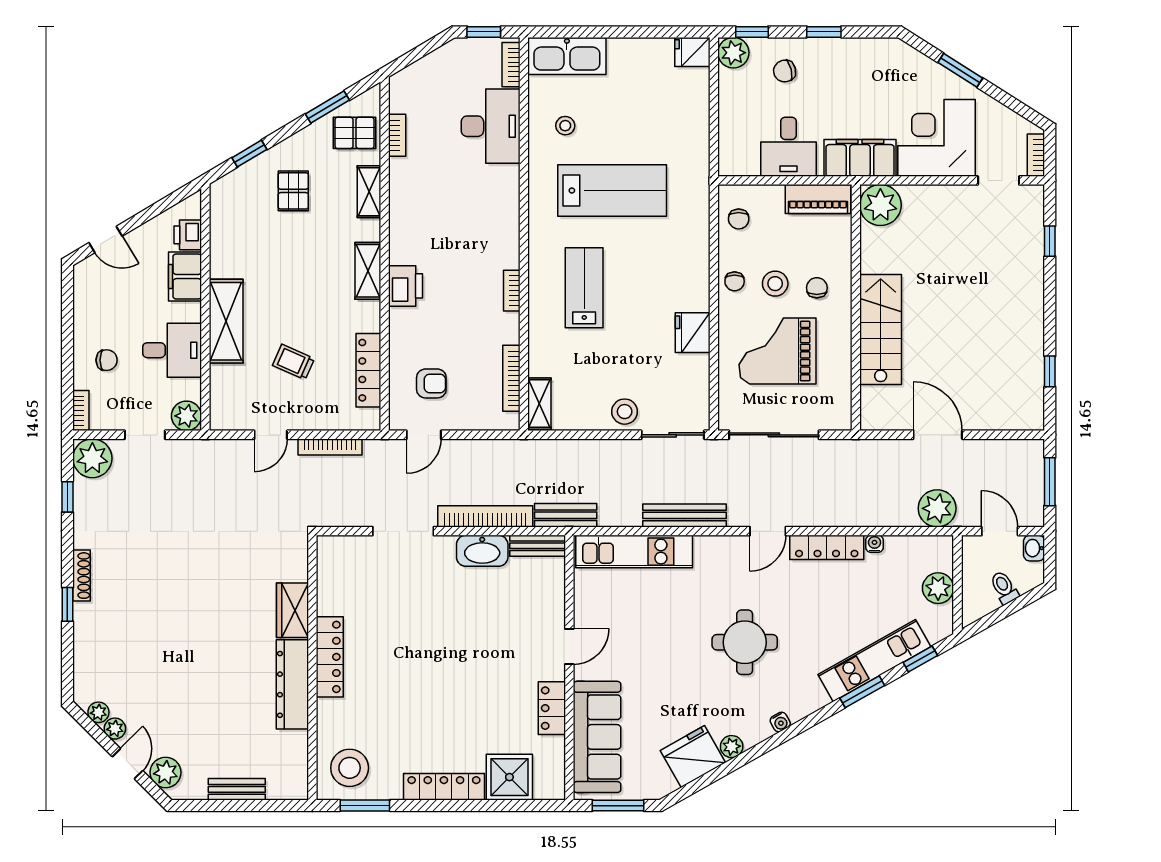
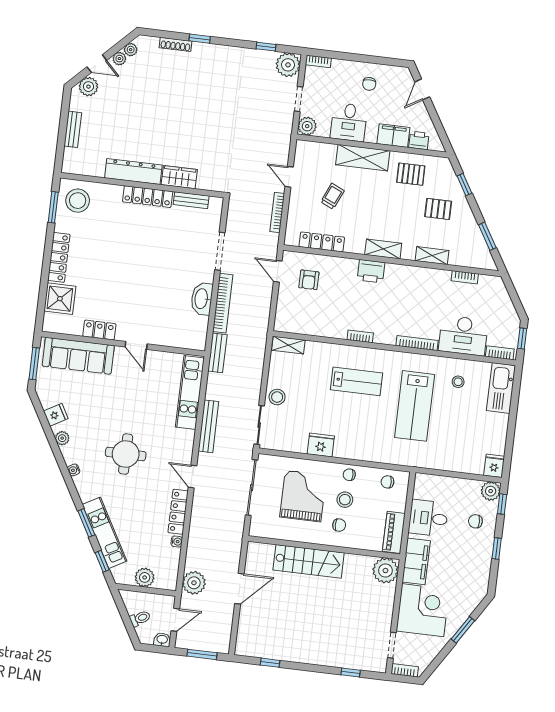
chair: (785, 71) -> (475, 521), turned -76
pallet: (355, 133) -> (411, 174), moved, turned 90
chair: (107, 360) -> (369, 84), moved
bookcase: (511, 378) -> (417, 343), moved
bench: (538, 546) -> (191, 200), moved, turned 90
shoe rack: (82, 576) -> (176, 44), moved
fridge: (693, 757) -> (56, 415), width x0.53, depth x0.75

